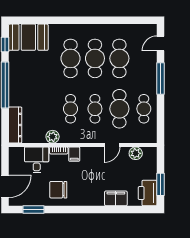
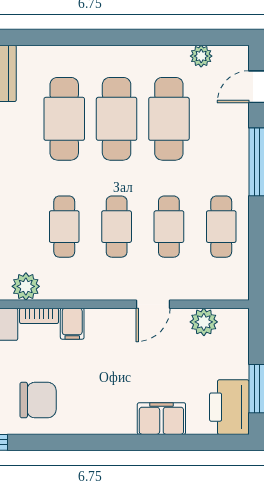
plant: (134, 29) -> (201, 56), added
cafe table: (119, 109) -> (169, 227), width x0.73, depth x0.74
chair: (58, 190) -> (38, 400), turned 180

